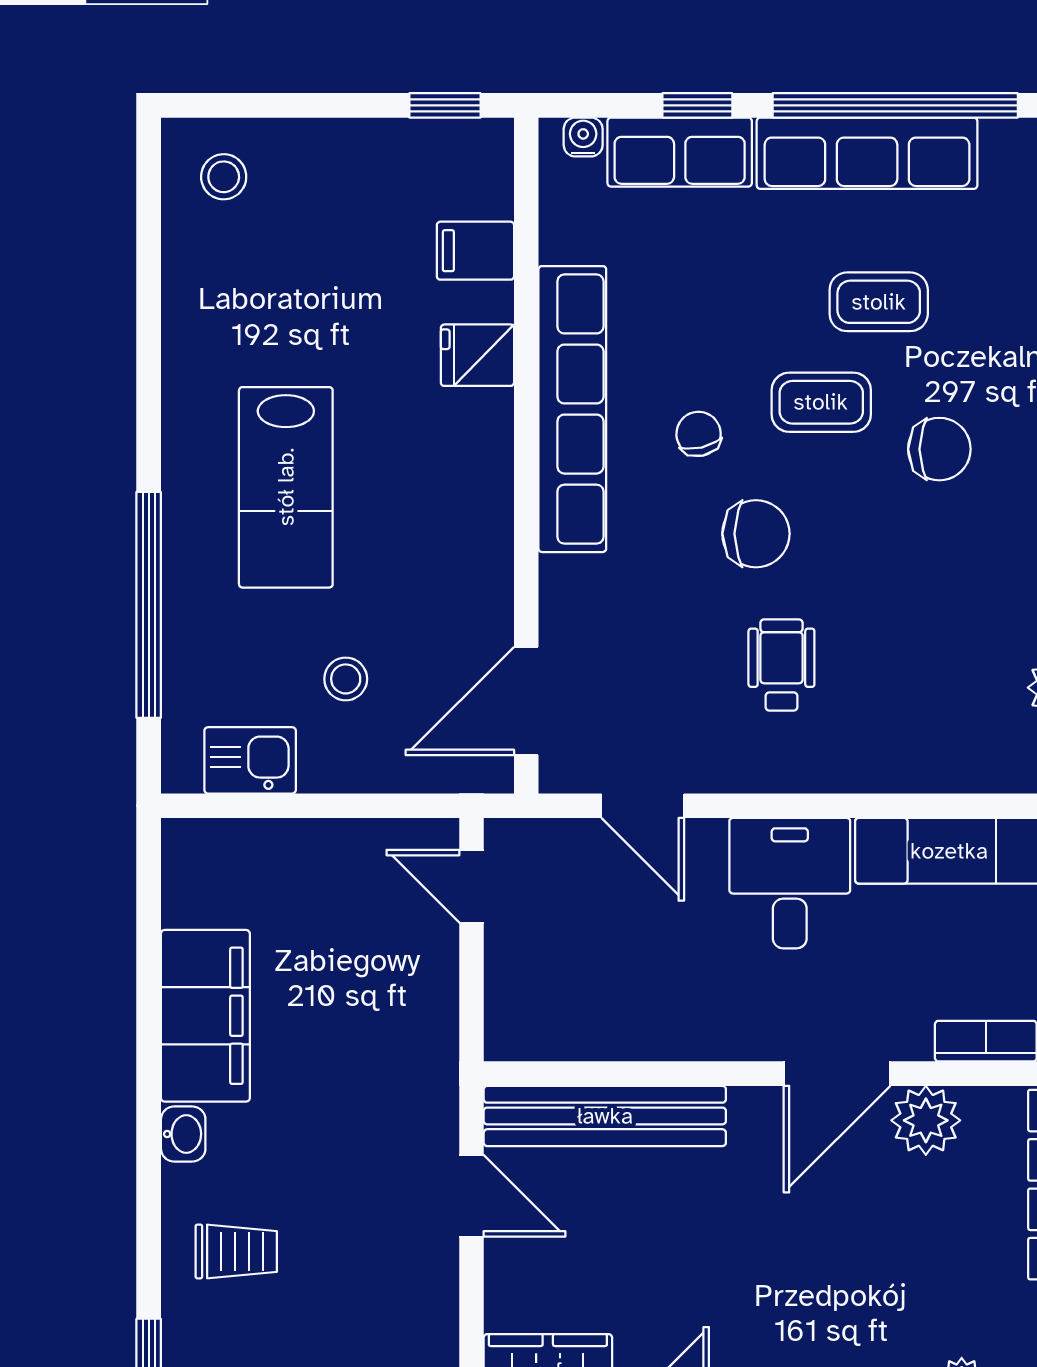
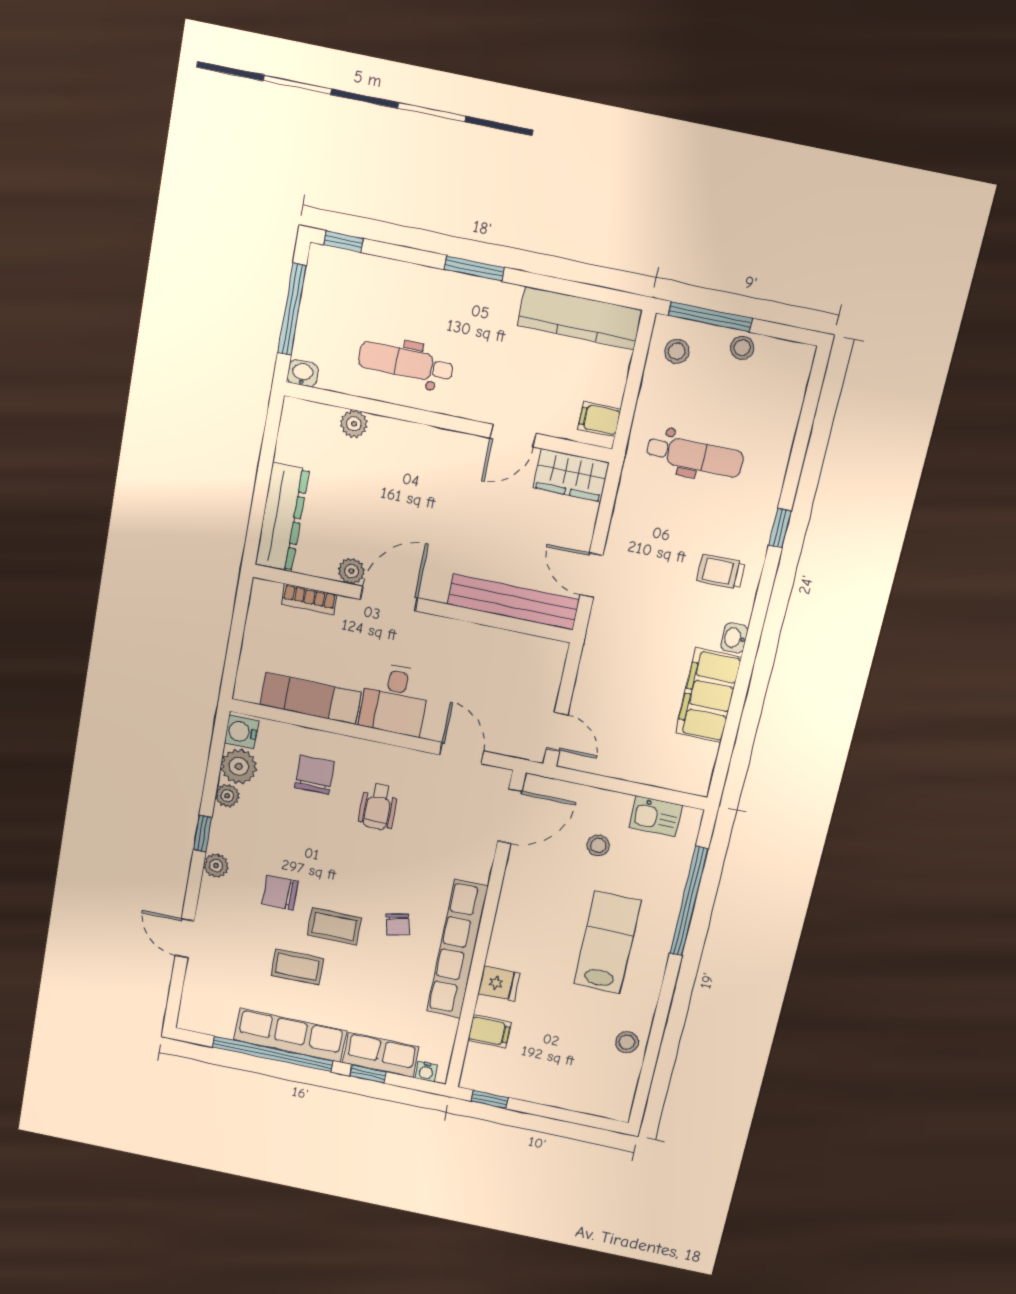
stool: (224, 177) -> (627, 1042), moved
chair: (756, 534) -> (315, 775), moved, turned 90
plant: (926, 1120) -> (351, 571), width x0.73, depth x0.73

